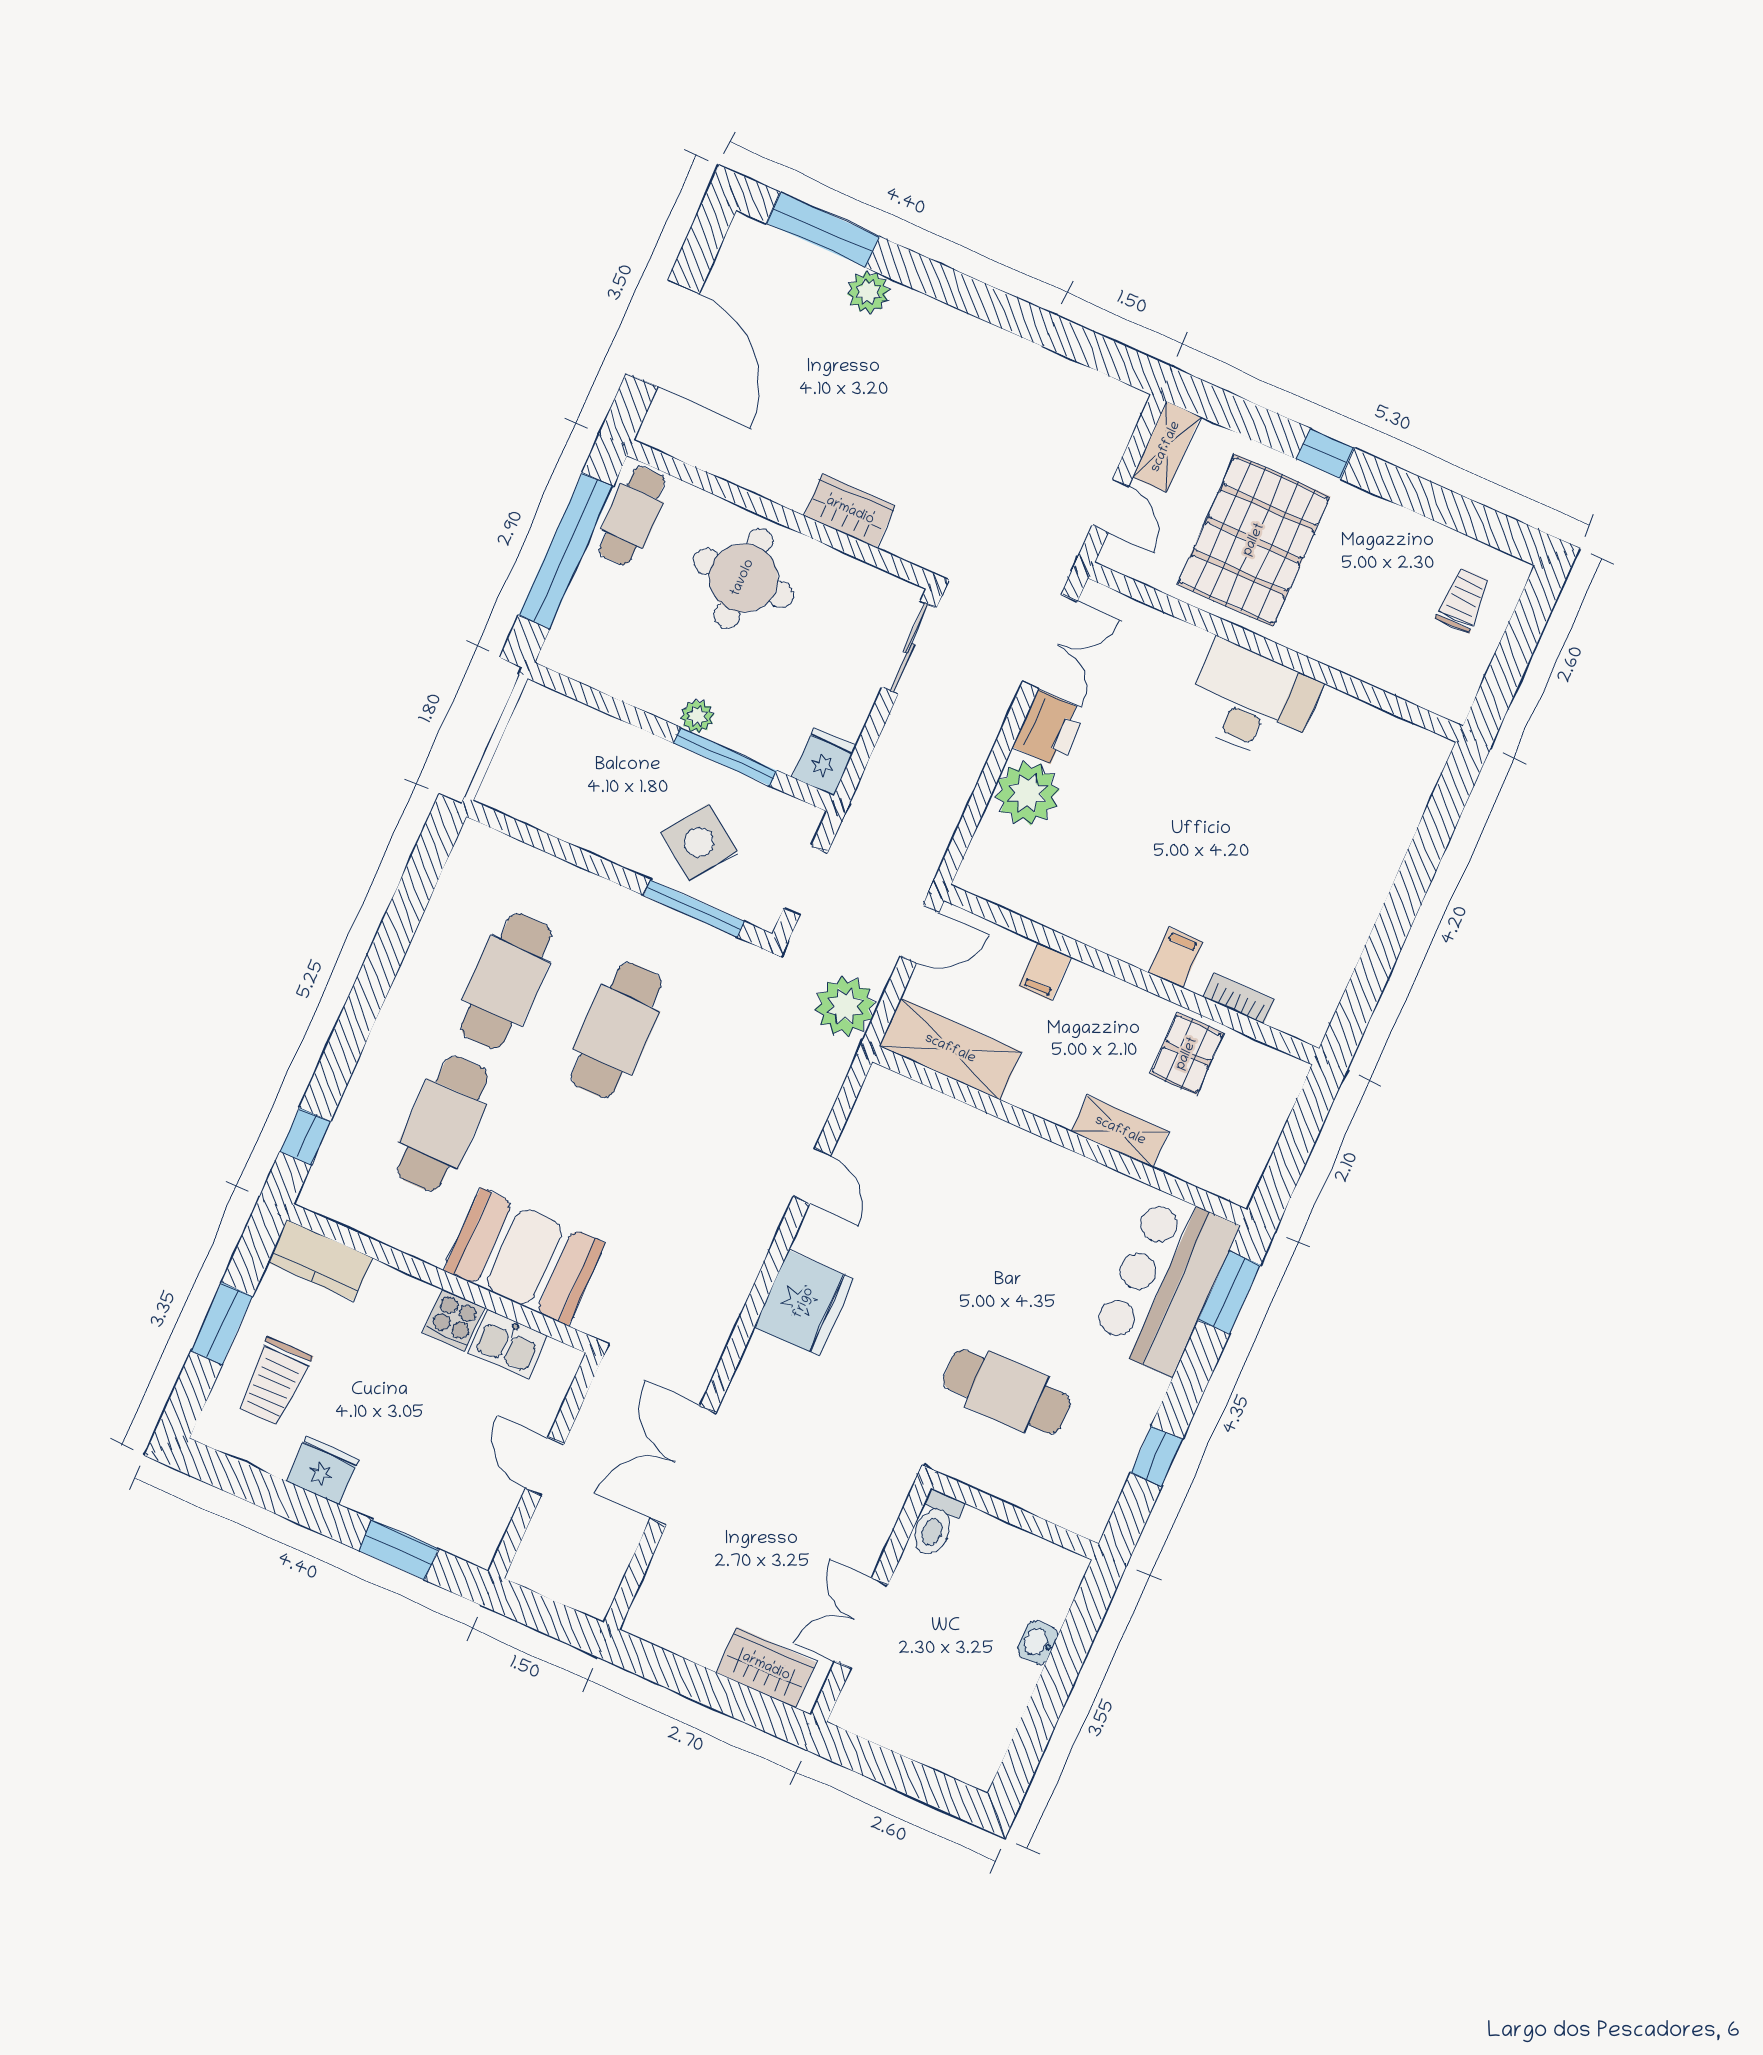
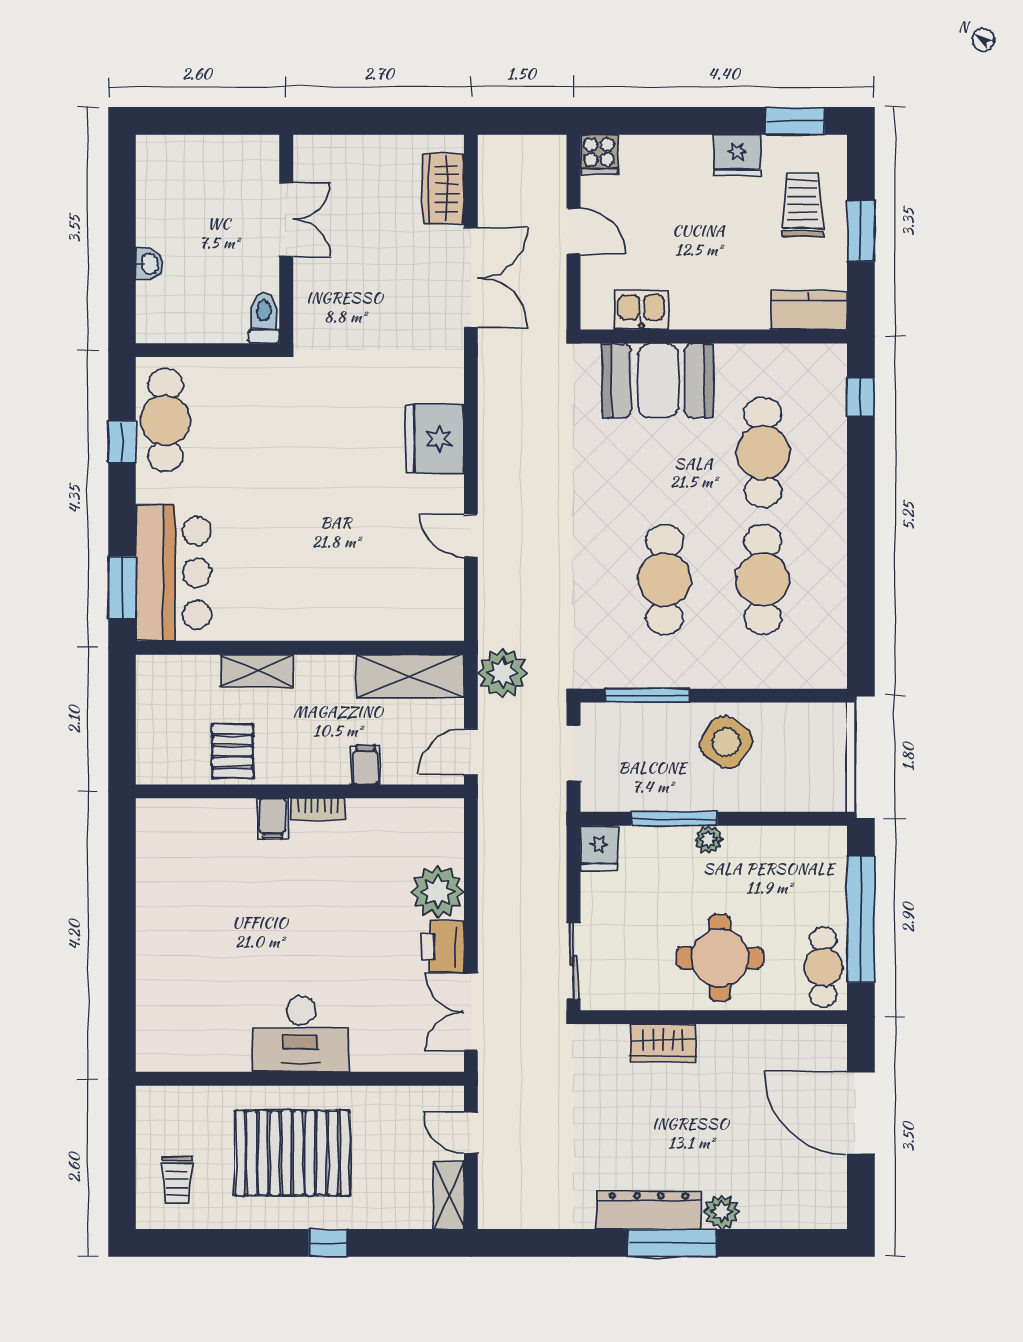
window: (823, 230) -> (672, 1243), moved
dresser: (949, 330) -> (649, 1210), added
pallet: (1254, 540) -> (292, 1153), moved, turned 90
side table: (699, 842) -> (726, 742), moved
bookcase: (1239, 999) -> (318, 809), moved
cooker: (454, 1320) -> (599, 154), moved, turned 180
cafe table: (1007, 1392) -> (166, 420), moved, turned 90
window: (398, 1550) -> (795, 121), moved
wardrobe: (766, 1667) -> (444, 189), moved, turned 90

